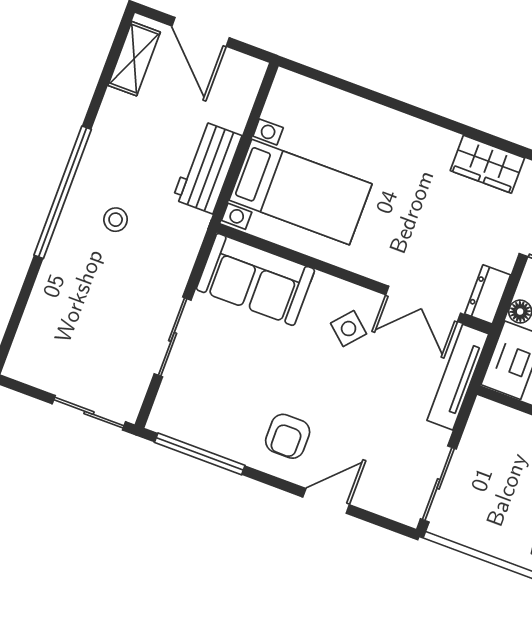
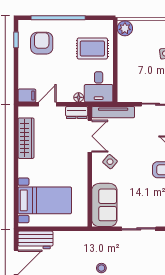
wardrobe: (487, 164) -> (26, 138), width x1.50
workbench: (207, 167) -> (36, 240), moved
bed with nightstands: (300, 192) -> (45, 200), moved, turned 90

